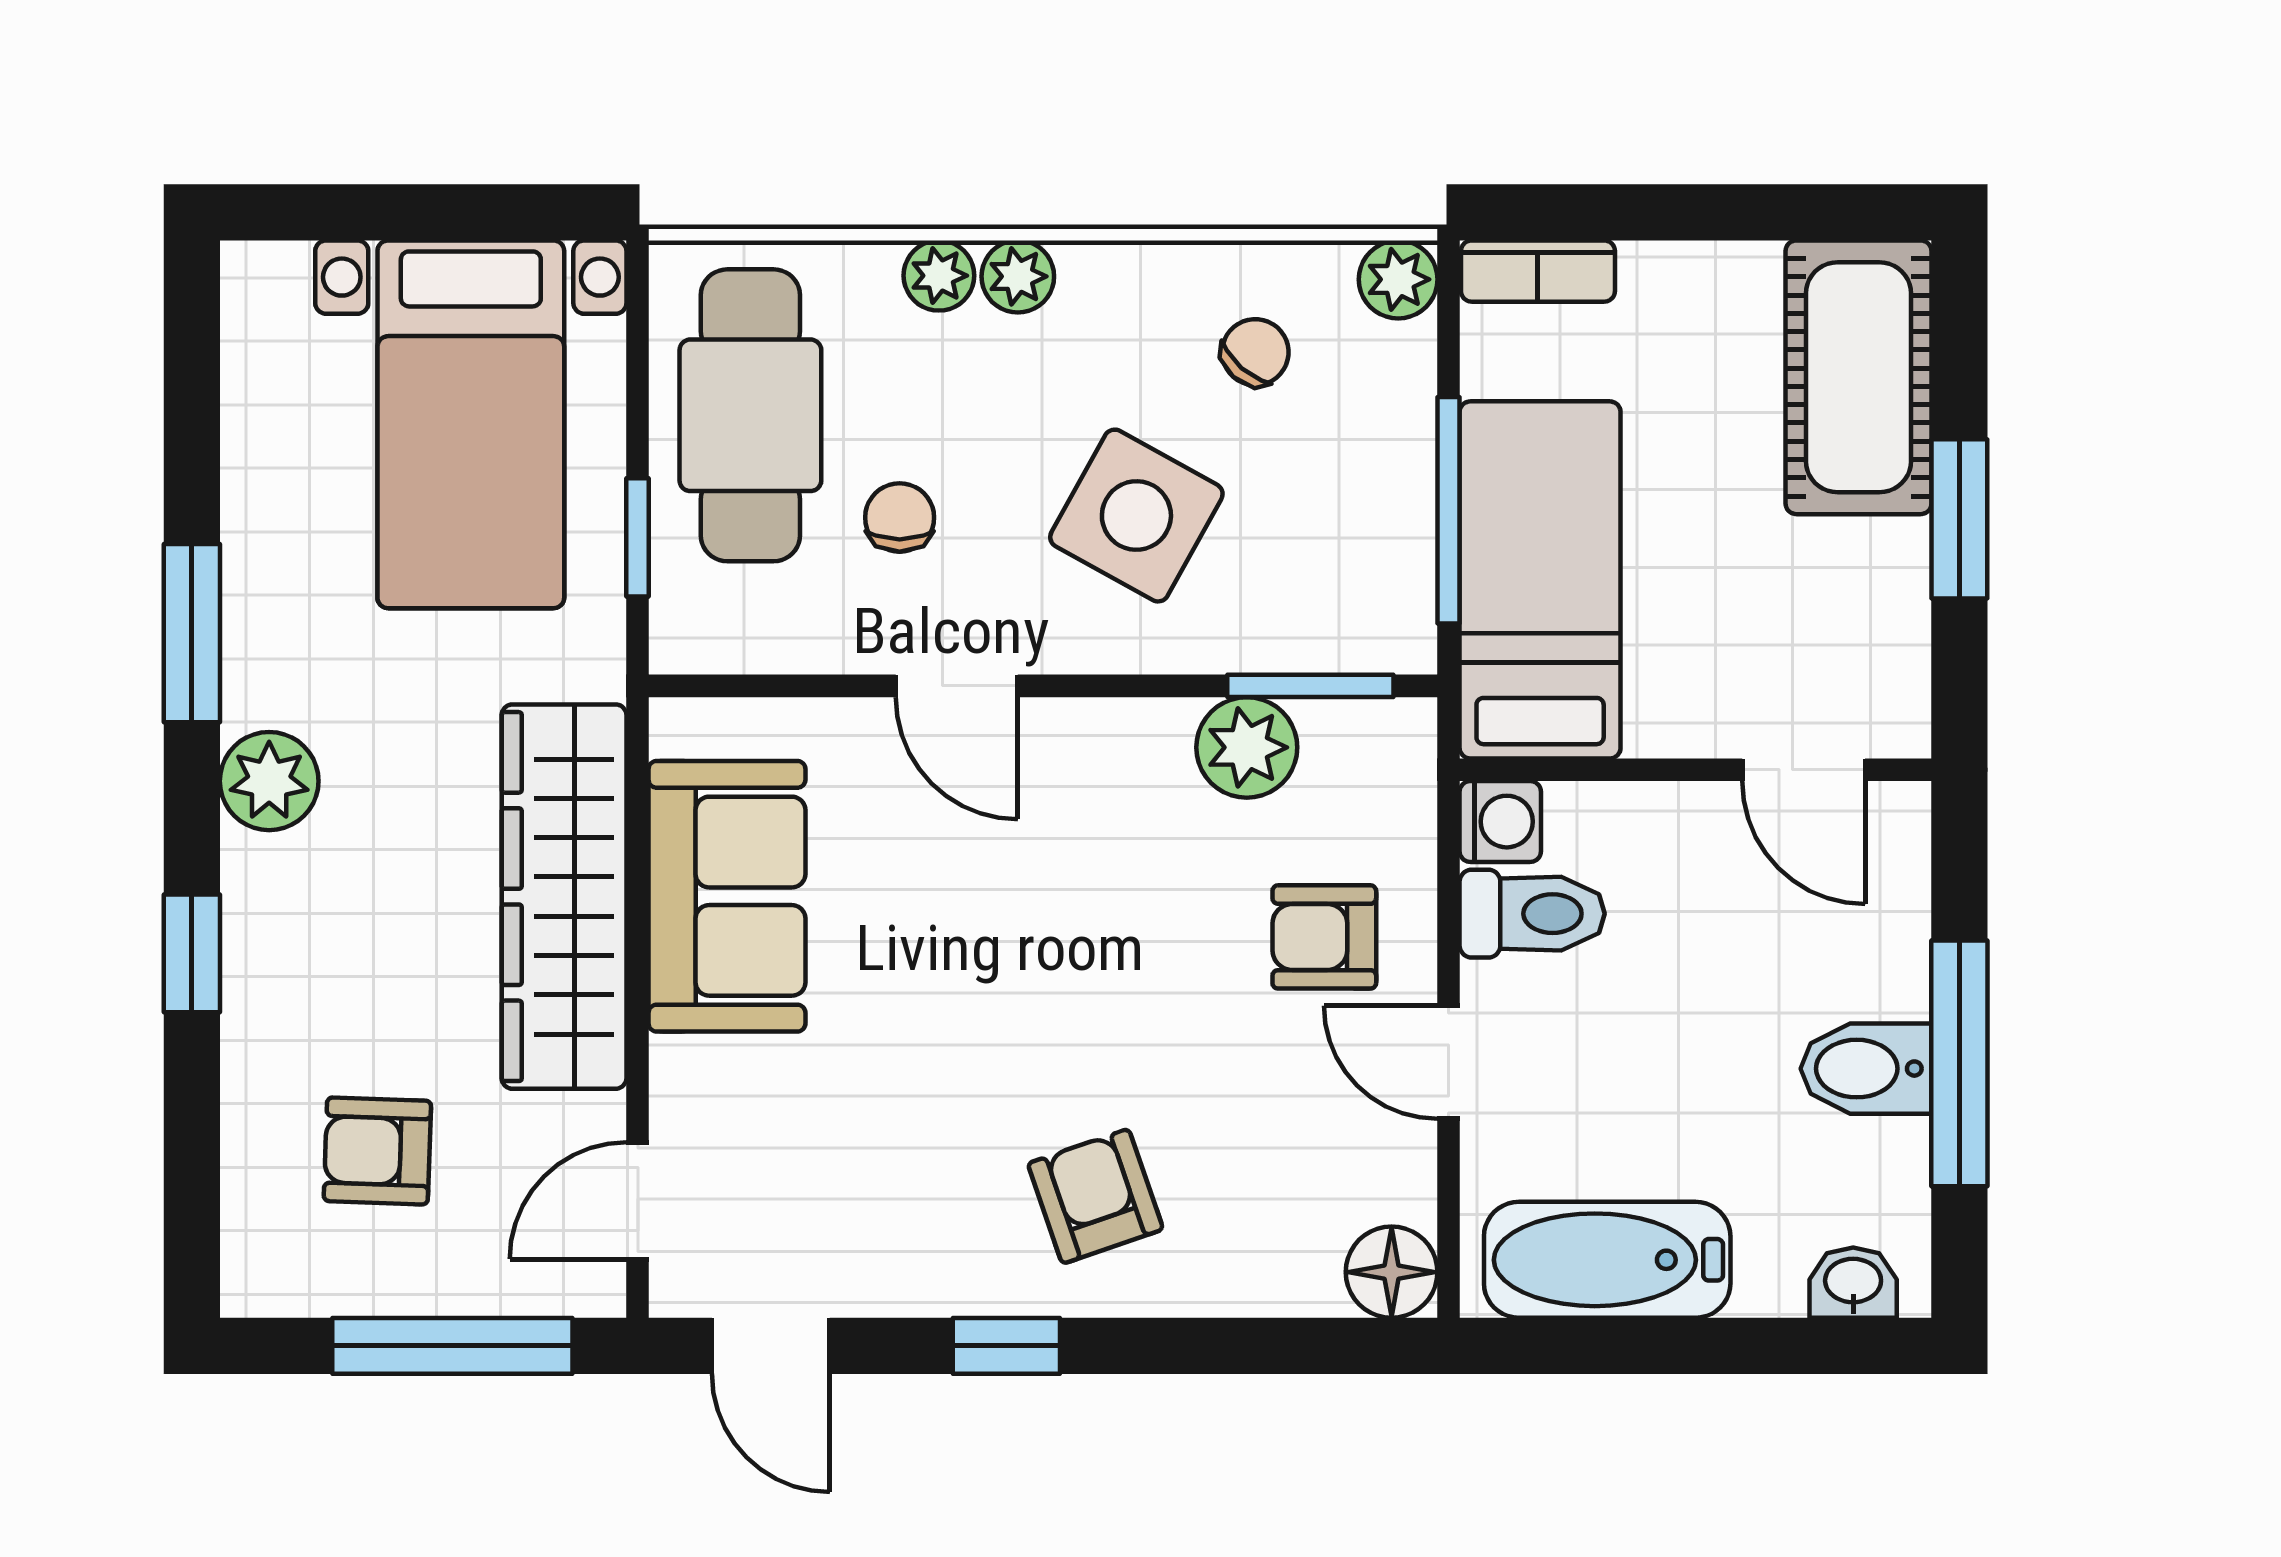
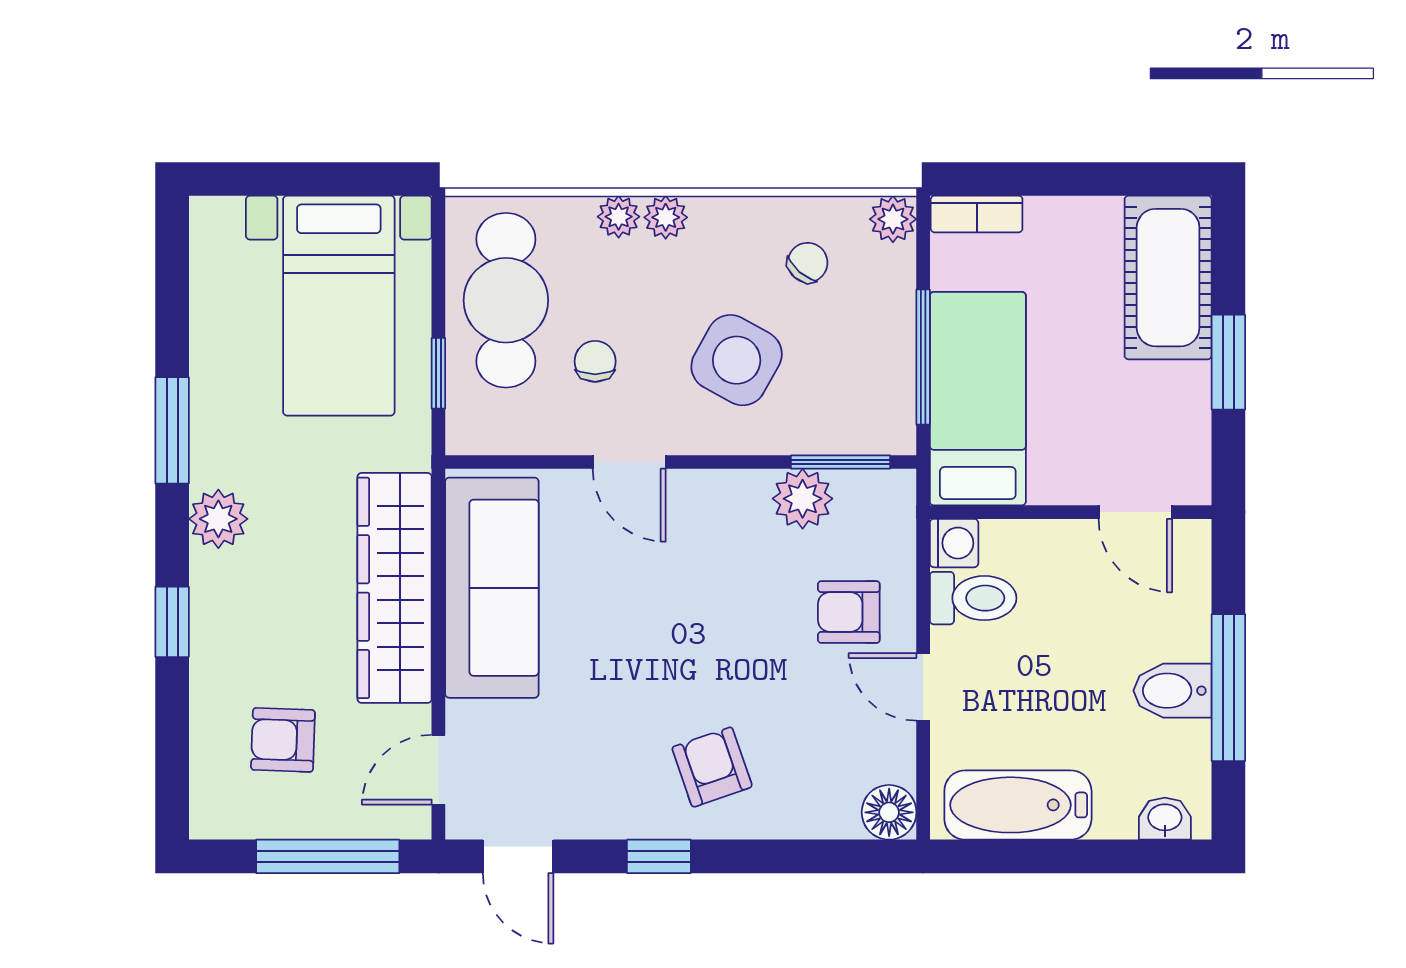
sofa: (727, 896) -> (492, 588), width x1.36

